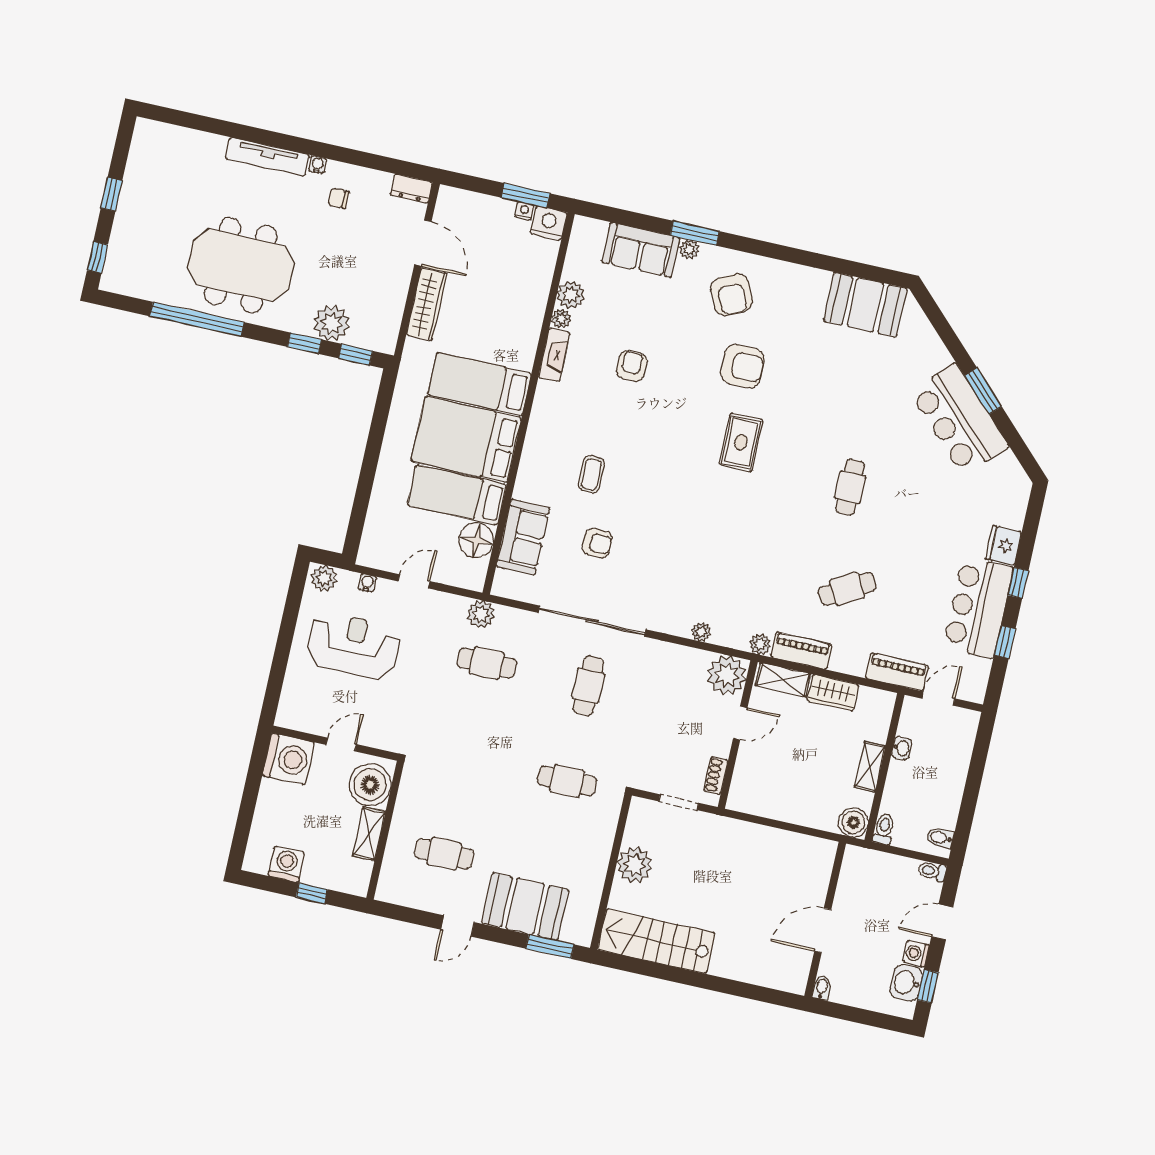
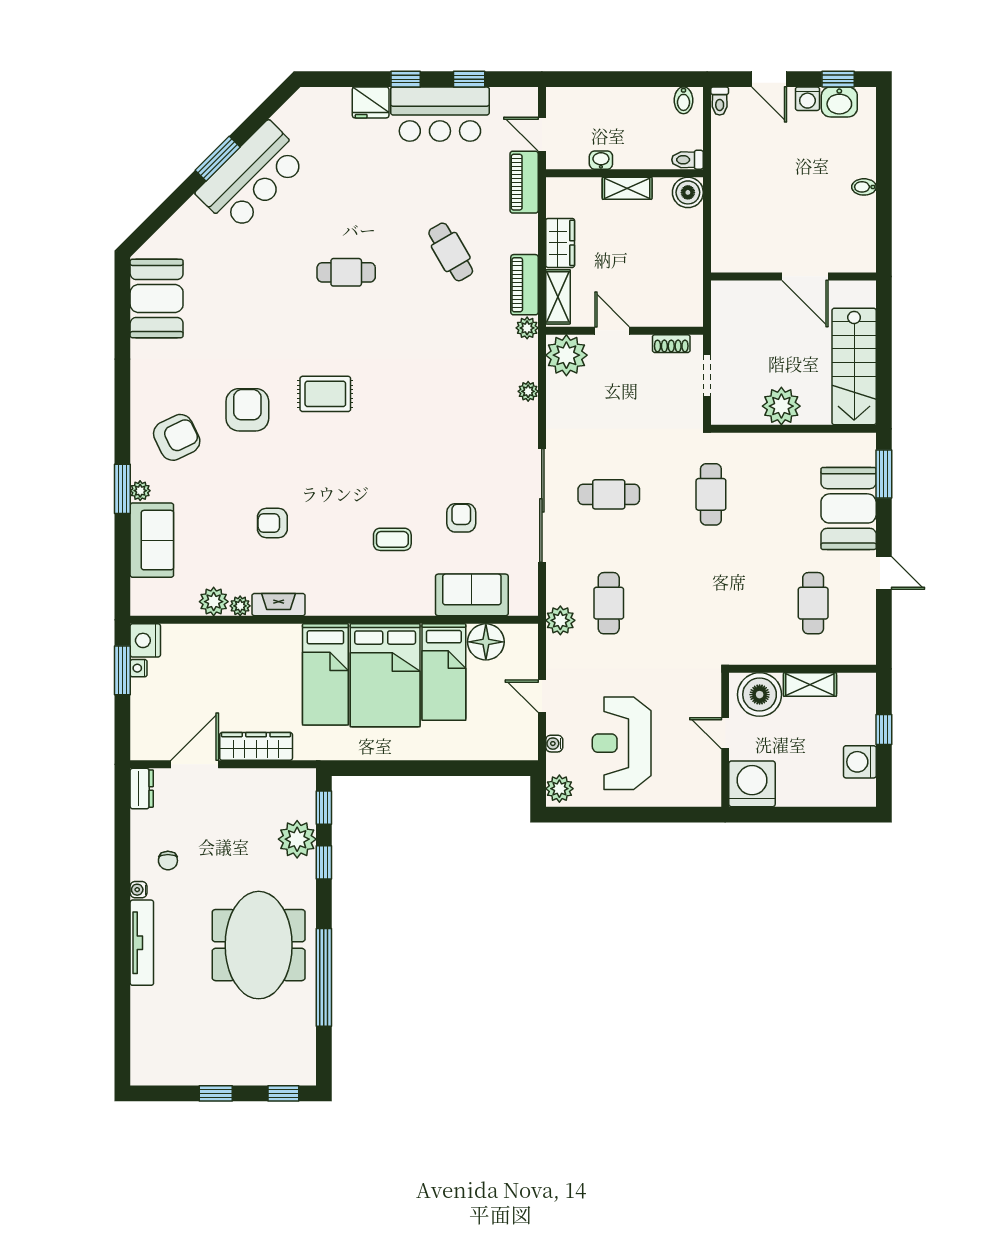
wall: (825, 920) -> (794, 276), moved
door: (823, 930) -> (805, 276), moved

